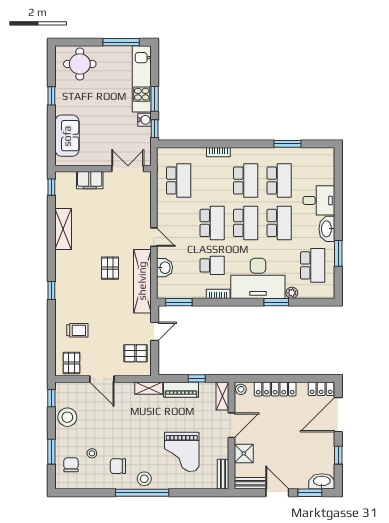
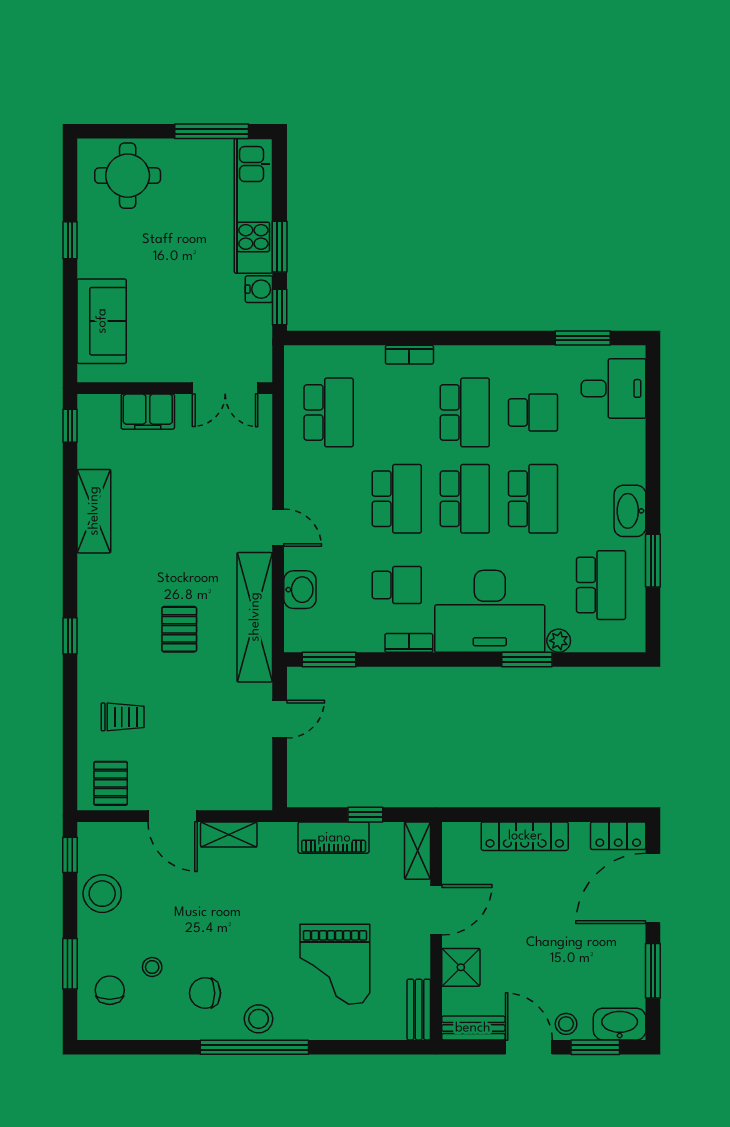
window: (287, 144) -> (583, 338), moved
double door: (128, 169) -> (225, 388), swing flipped
school desk: (279, 181) -> (533, 412), width x0.54
desk: (319, 200) -> (614, 388), moved
pallet: (110, 268) -> (179, 629), moved
pallet: (136, 353) -> (241, 764), removed
shelving: (149, 388) -> (229, 834), moved
stool: (241, 389) -> (566, 1024), moved
window: (338, 455) -> (653, 971), width x1.50

